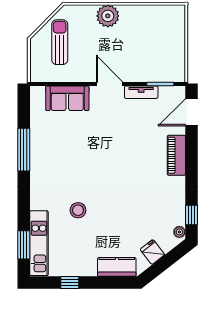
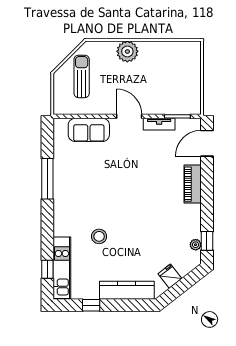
plant: (179, 232) -> (196, 245), moved
window: (24, 245) -> (47, 269), width x0.67
kitchen counter: (117, 267) -> (127, 290), width x1.50

